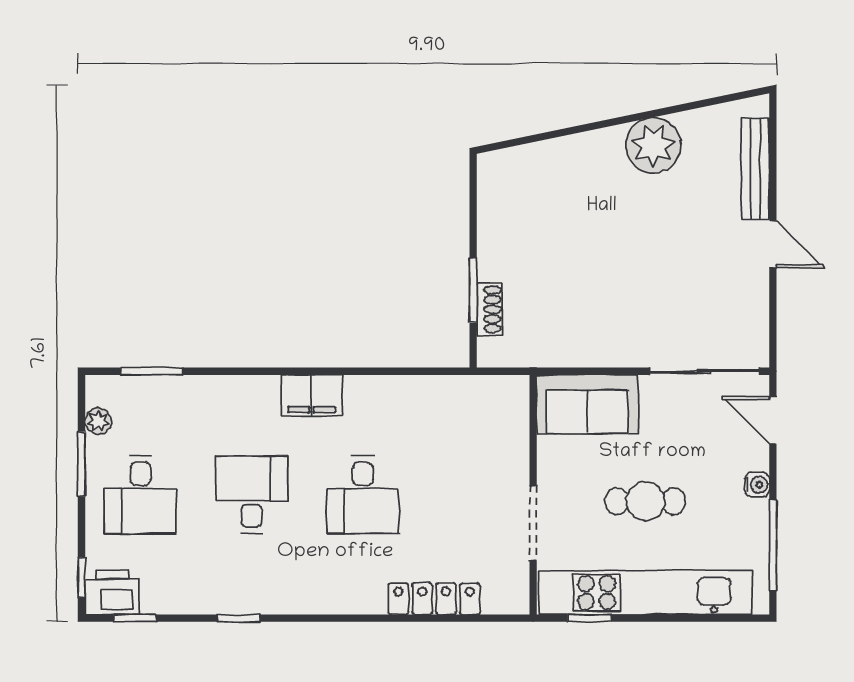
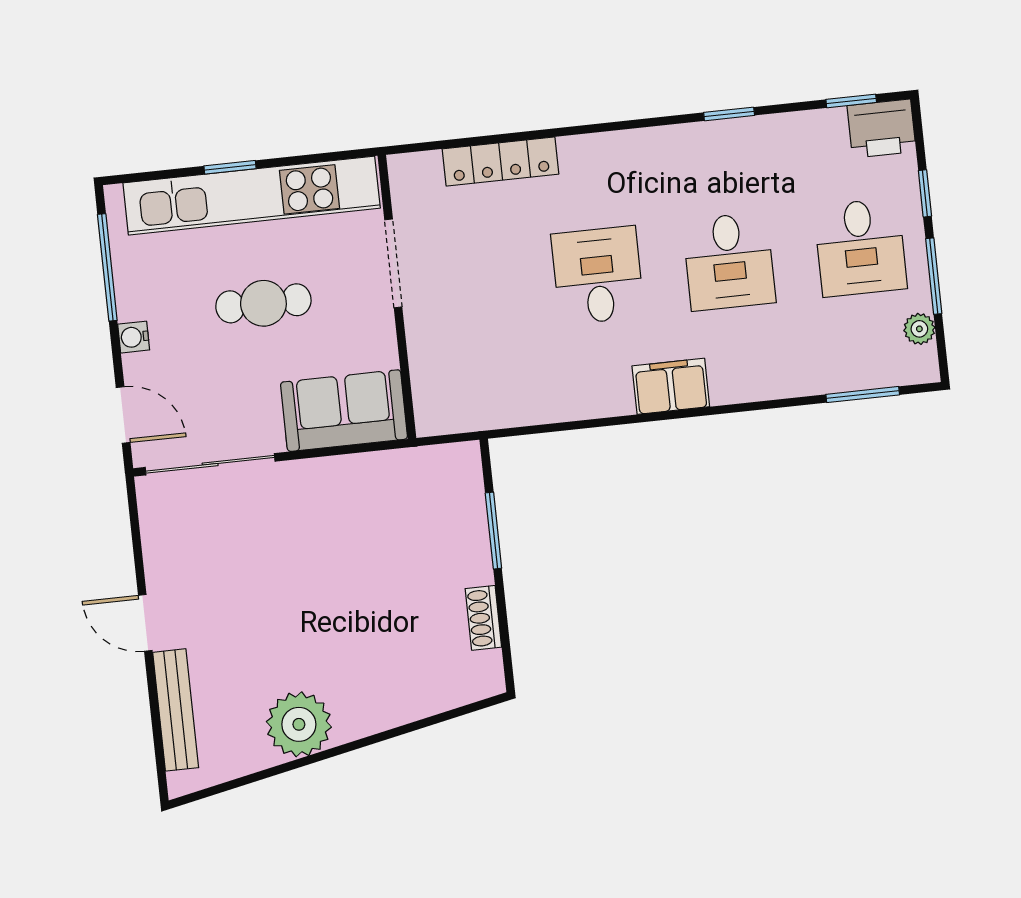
shoe rack: (489, 309) -> (483, 618), moved
desk: (140, 495) -> (860, 247), turned 180
window: (81, 577) -> (925, 193), moved
window: (590, 618) -> (230, 167), moved

